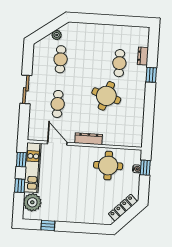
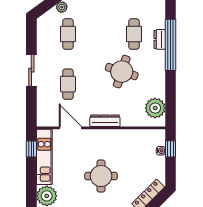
dresser: (143, 56) -> (160, 39), moved
window: (151, 75) -> (170, 45), width x3.17
plant: (134, 130) -> (155, 108), added
round table: (108, 166) -> (101, 176), moved
window: (20, 186) -> (31, 178), removed

